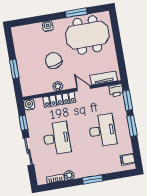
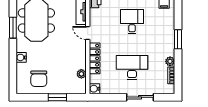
chair: (54, 61) -> (39, 79), moved, turned -78
plant: (58, 86) -> (81, 74), moved
door: (84, 88) -> (88, 33), hinge flipped
window: (23, 123) -> (111, 97), removed
desk: (102, 131) -> (132, 22), width x0.73

